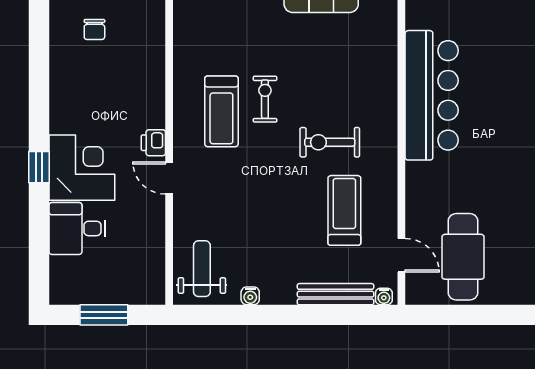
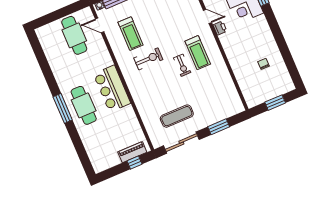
bar counter: (432, 95) -> (112, 89), width x0.73
cafe table: (506, 103) -> (84, 105), added
treadmill: (221, 111) -> (198, 53), turned 180

